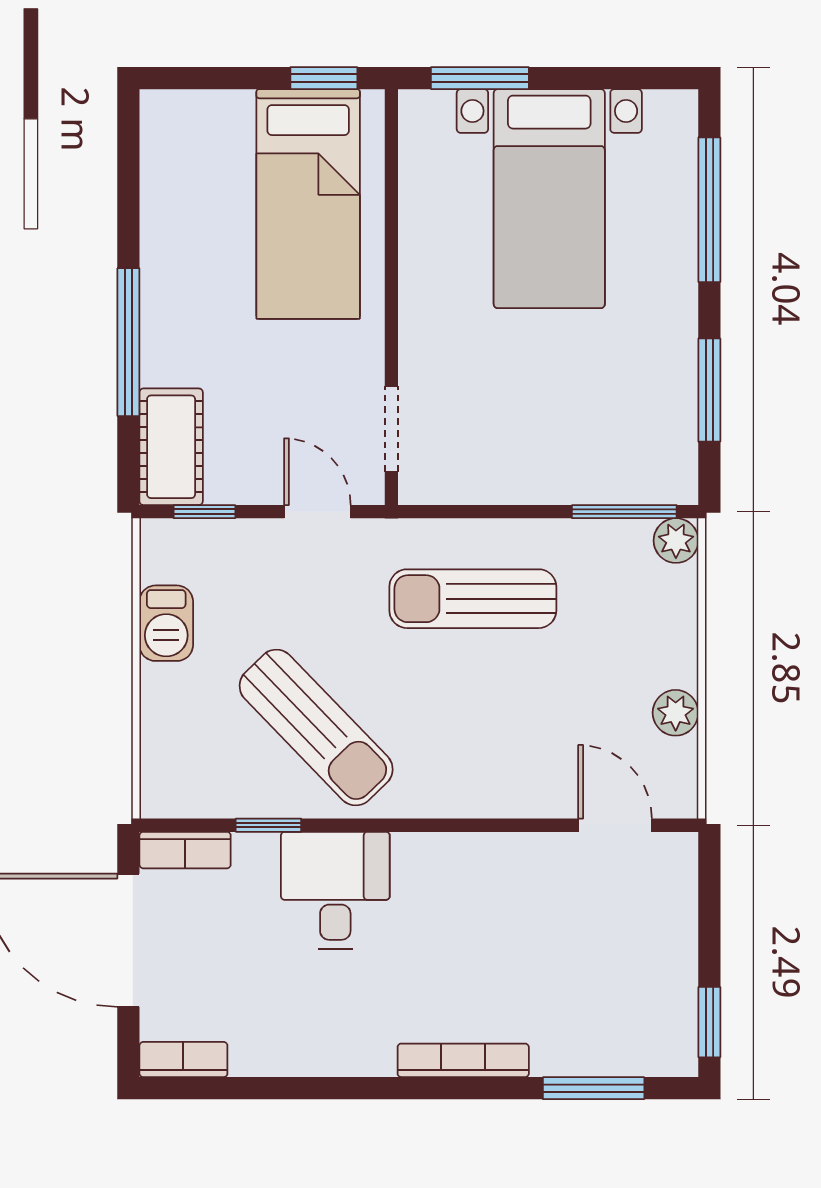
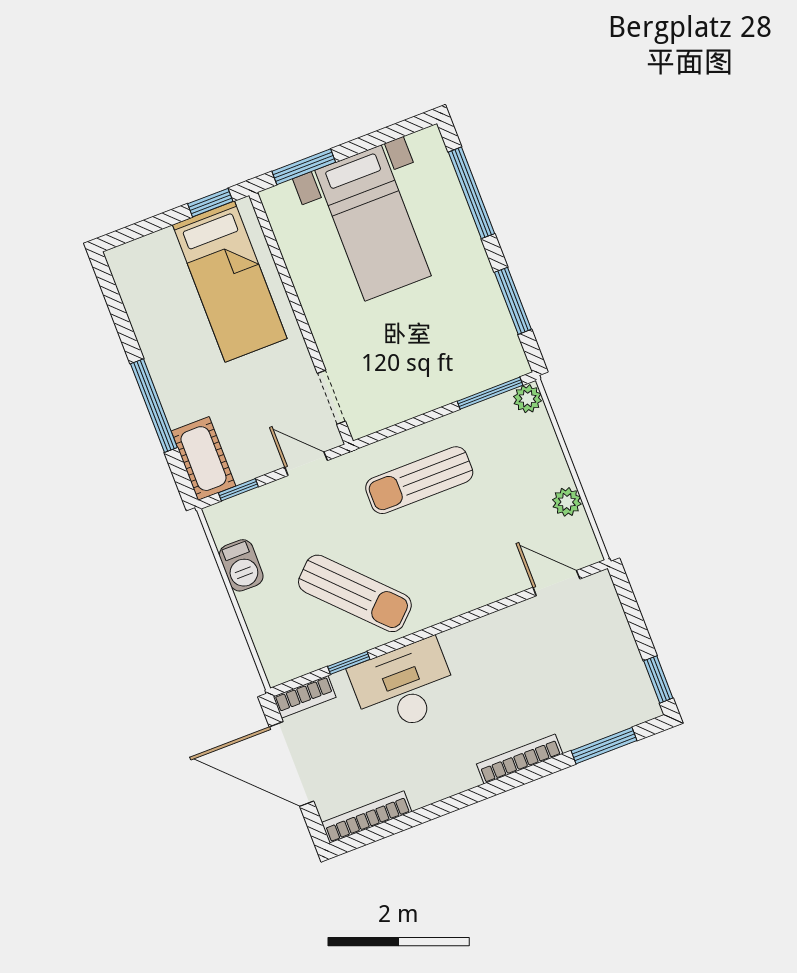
desk: (335, 891) -> (404, 687), width x1.37
bookcase: (183, 1060) -> (367, 817), width x1.56

